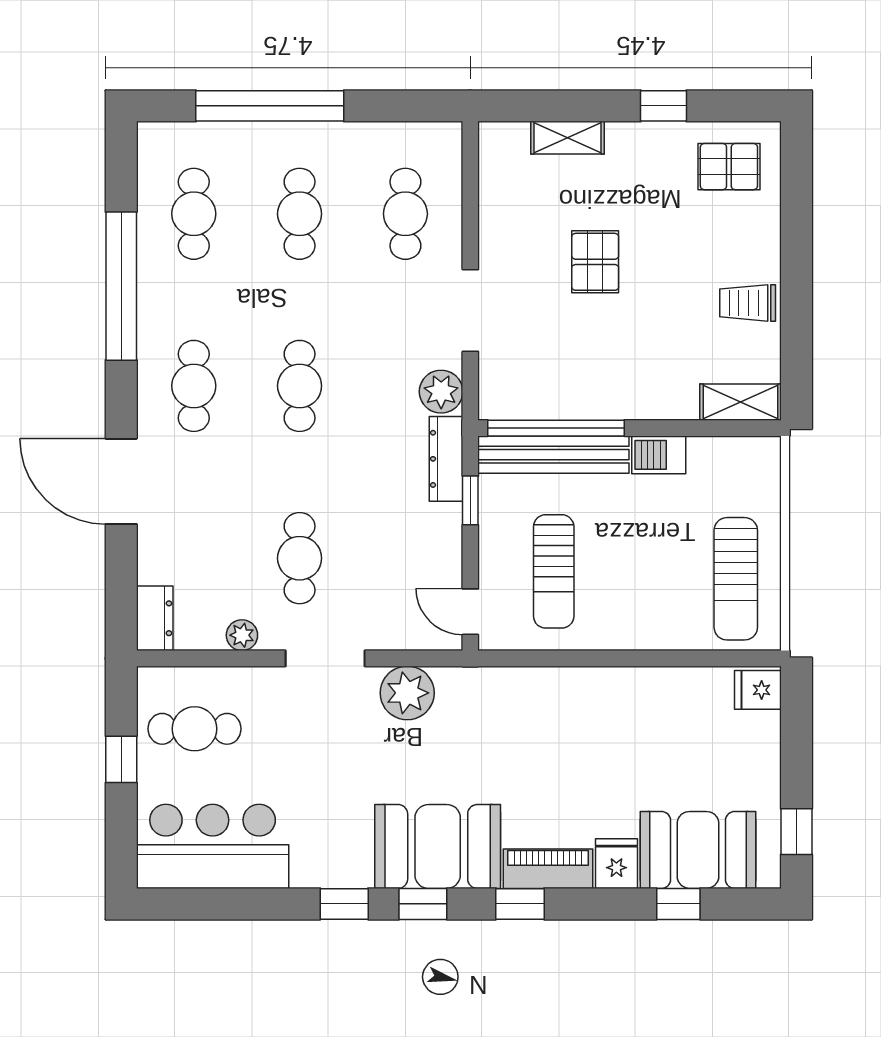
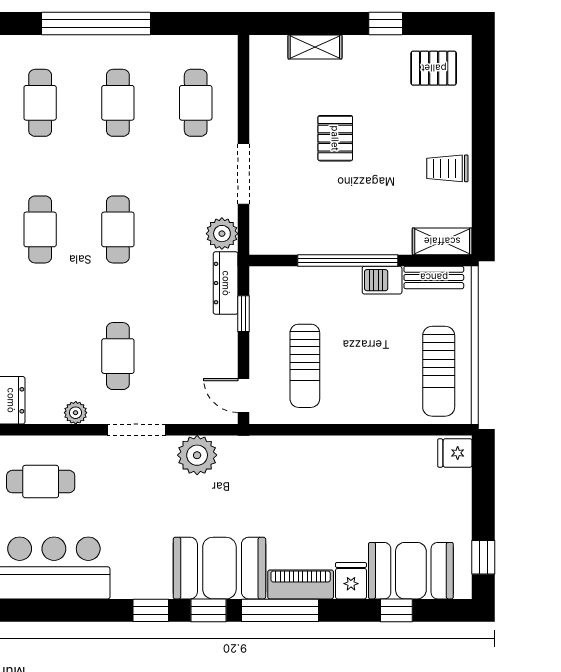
window: (556, 428) -> (348, 260), moved
bench: (553, 455) -> (434, 277), moved, width x0.54, depth x0.82
window: (520, 904) -> (280, 610), width x2.17

